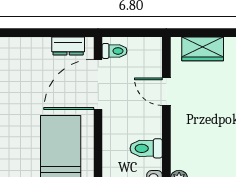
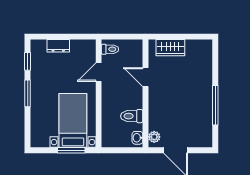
dresser: (68, 46) -> (58, 46), moved
door: (98, 84) -> (99, 72), width x0.53

